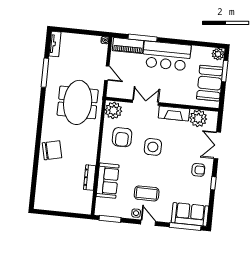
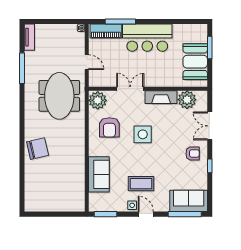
plant: (218, 54) -> (201, 30), removed
dresser: (90, 178) -> (80, 173), removed

